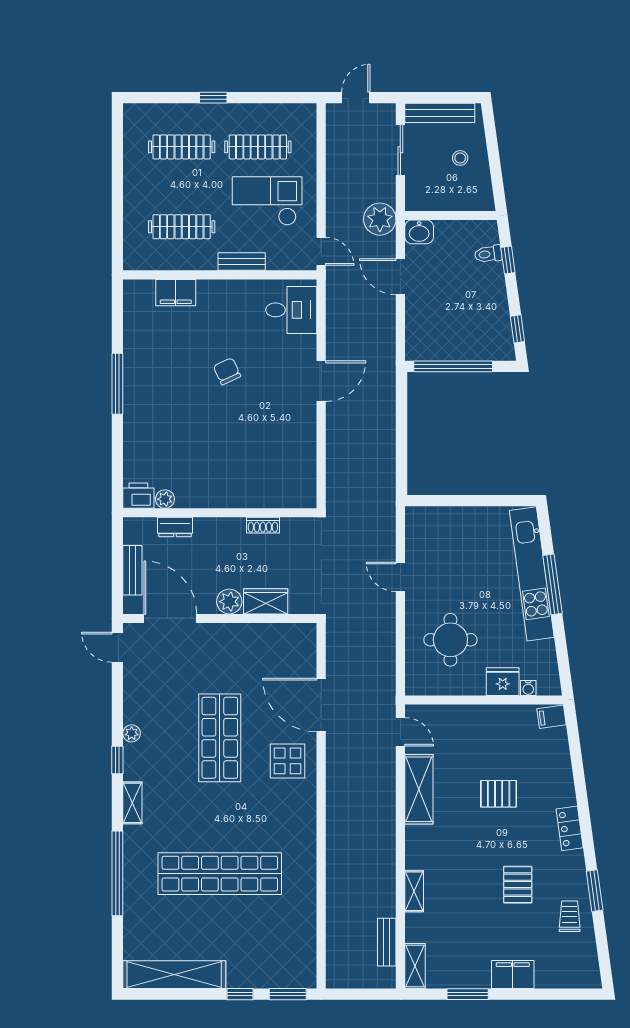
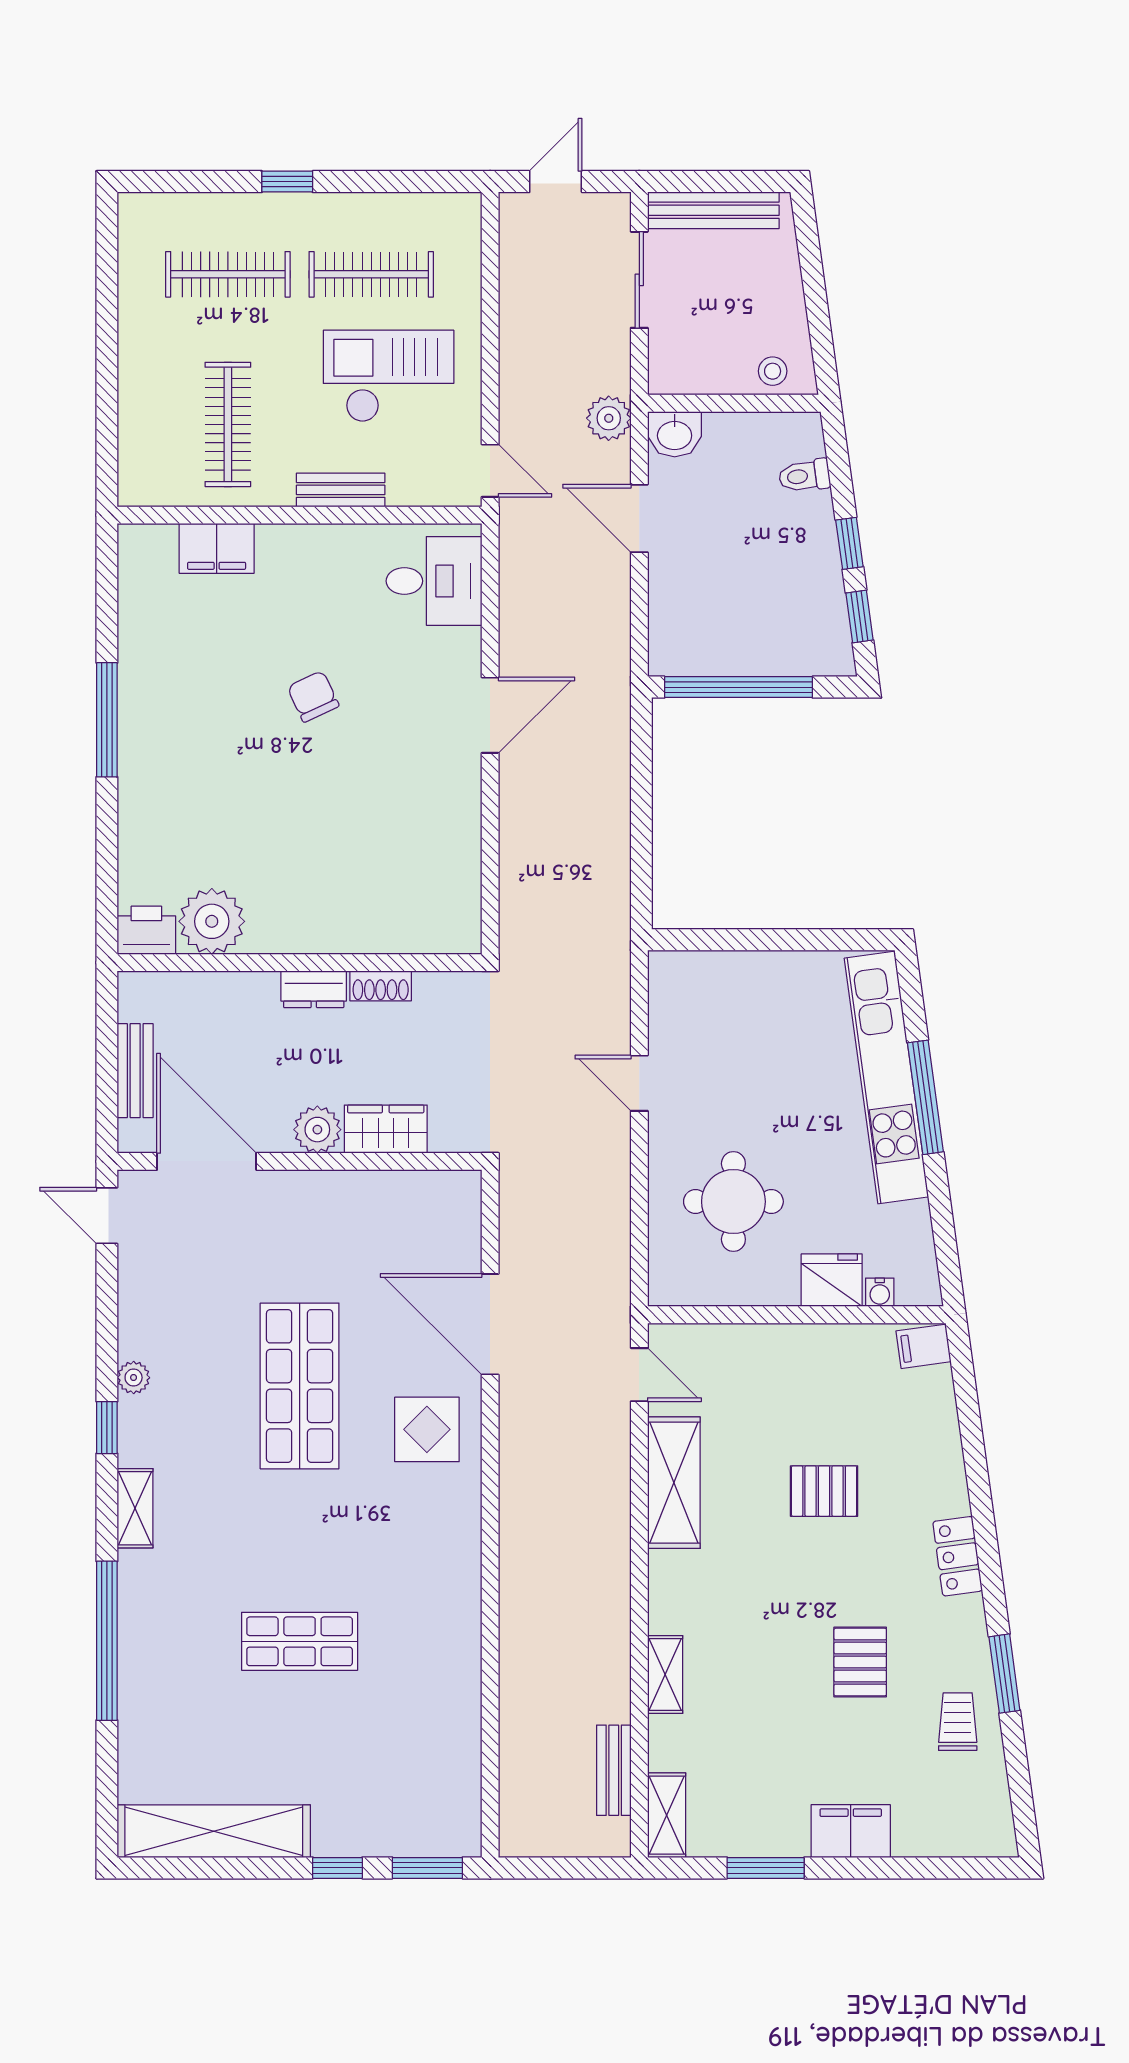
stool: (460, 158) -> (773, 371), moved
plant: (380, 219) -> (609, 418), width x0.73, depth x0.73
clothes rail: (182, 227) -> (228, 424), turned 90
window: (508, 260) -> (849, 543), moved
plant: (165, 499) -> (212, 921), width x1.87, depth x1.87
dresser: (175, 527) -> (314, 989), moved
shop shelf: (220, 874) -> (300, 1641), width x0.50, depth x0.74

